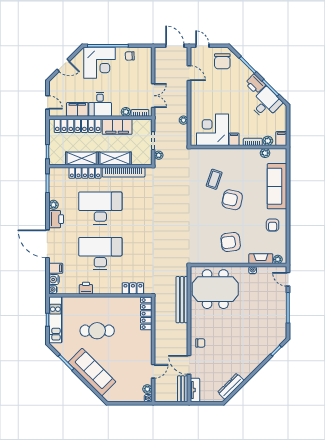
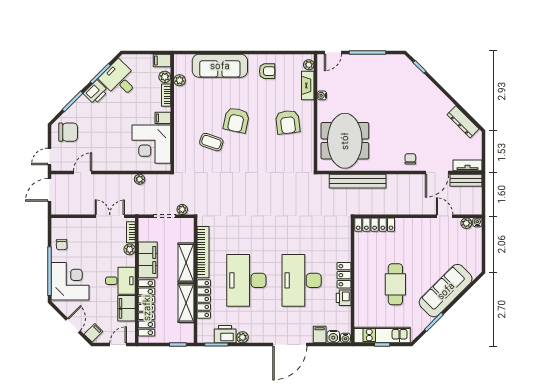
filing cabinet: (57, 82) -> (93, 333), added
printer: (56, 219) -> (225, 334), moved
locker: (133, 288) -> (344, 275), moved

